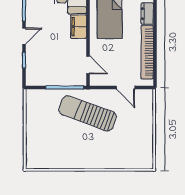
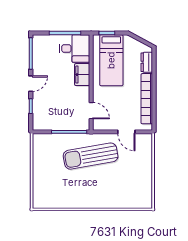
sun lounger: (88, 113) -> (91, 156), turned -30

